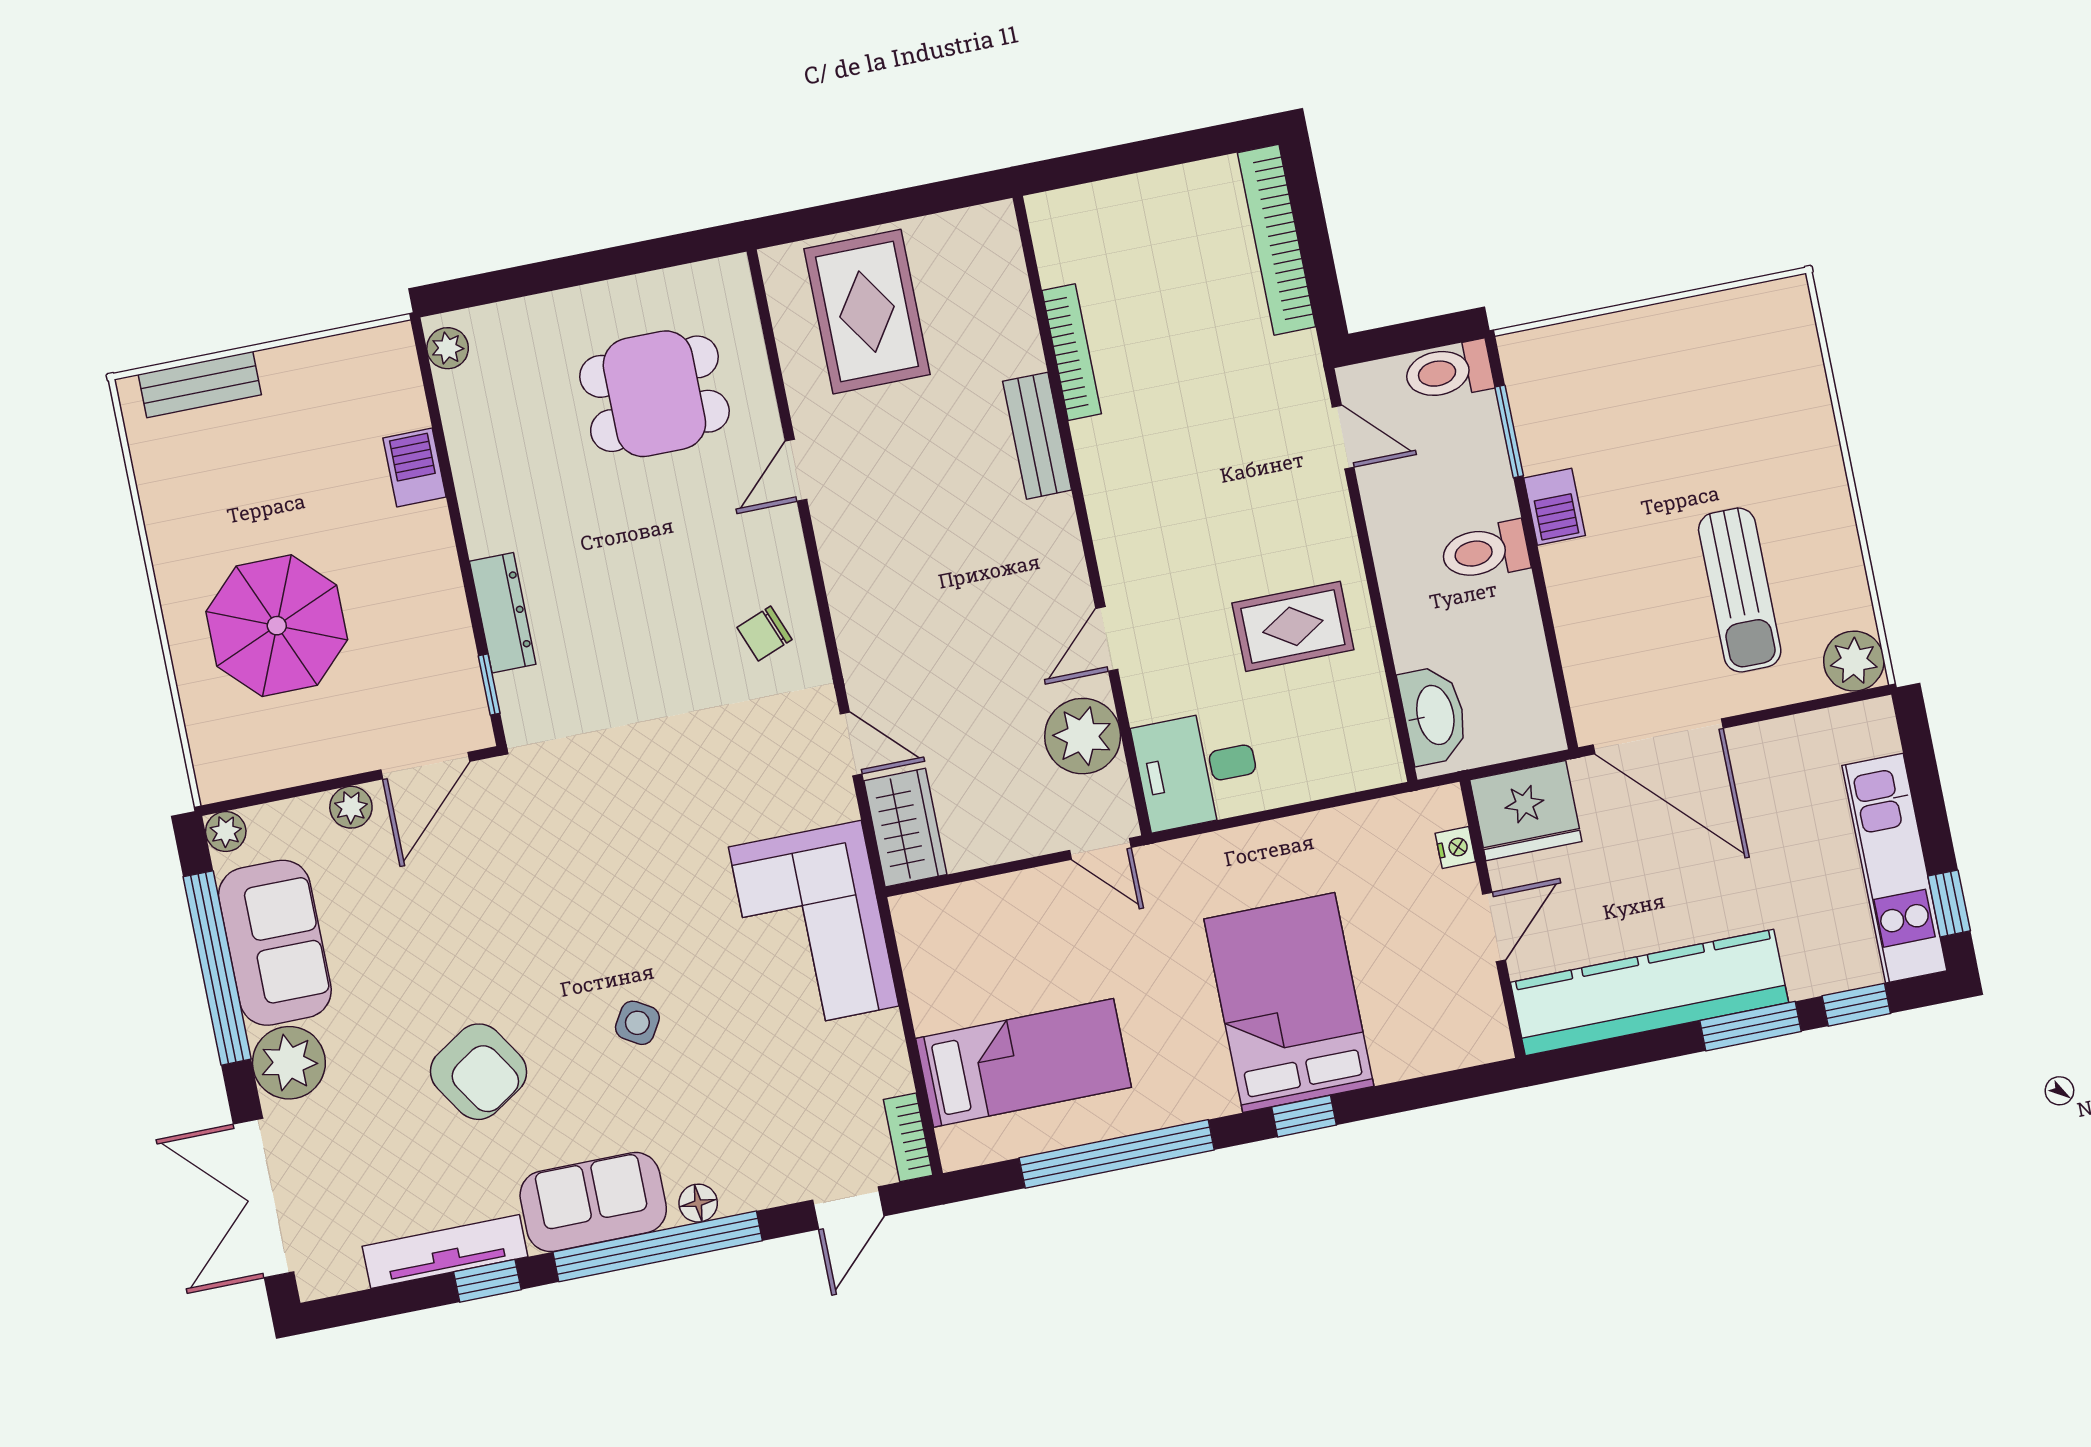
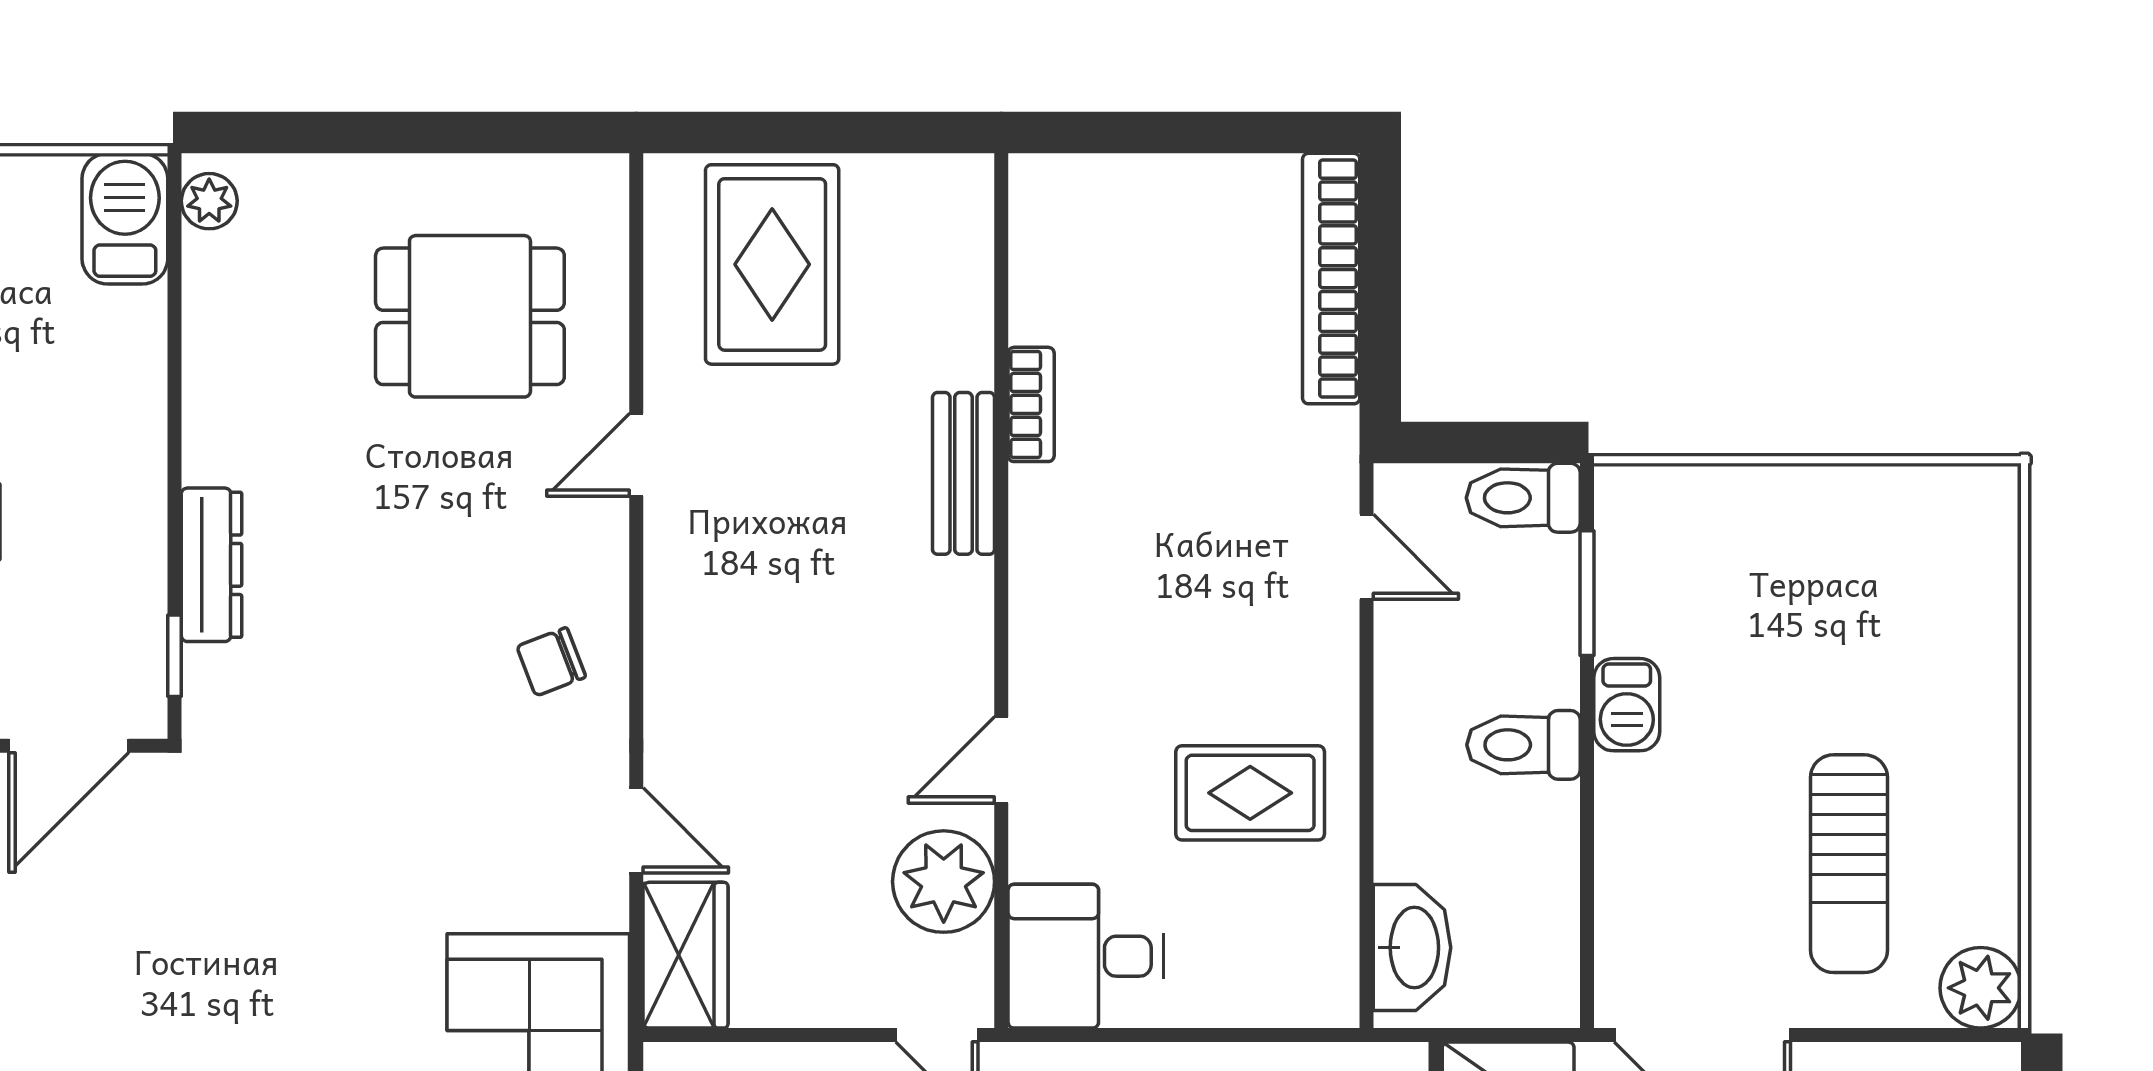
bookcase: (1072, 352) -> (1031, 404), width x0.64
barbecue: (414, 468) -> (125, 219), moved, width x1.38, depth x1.27

